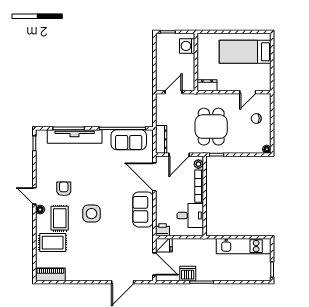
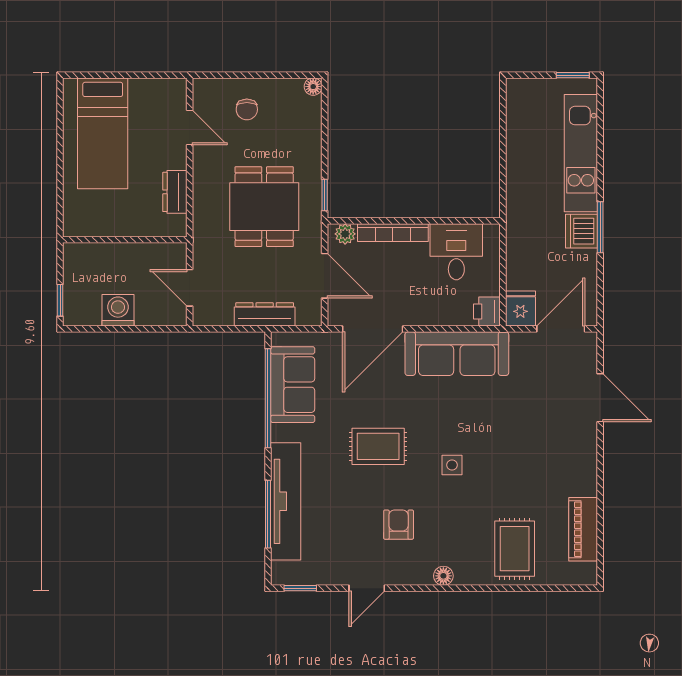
washing machine: (187, 46) -> (118, 310), moved, turned 180
dresser: (207, 85) -> (175, 192), moved
dining table: (211, 127) -> (264, 207), turned 90
dresser: (161, 139) -> (265, 314), moved
armchair: (64, 189) -> (399, 525), turned 90
door: (34, 196) -> (367, 588), moved
sofa: (143, 209) -> (457, 354), width x1.36
side table: (91, 214) -> (452, 465), width x0.54, depth x0.54
rug: (60, 218) -> (378, 446), moved
kitchen unit: (244, 246) -> (581, 153), moved, turned 180
piano: (50, 274) -> (583, 529), moved
dishwasher: (188, 274) -> (582, 231), moved

